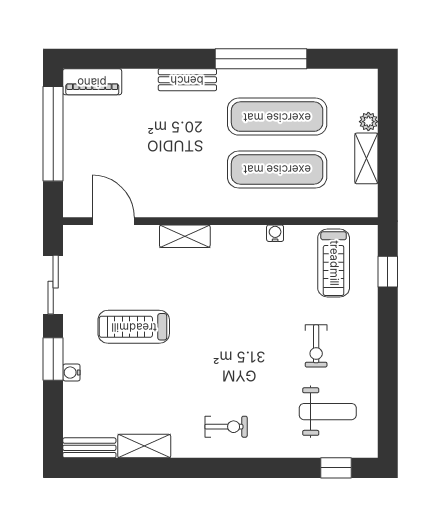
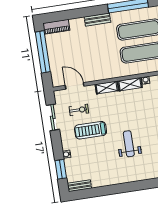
window: (53, 359) -> (61, 169), moved
weight bench: (215, 370) -> (129, 144), added
exercise bike: (226, 427) -> (79, 110), moved
shelving: (144, 446) -> (130, 84), moved

